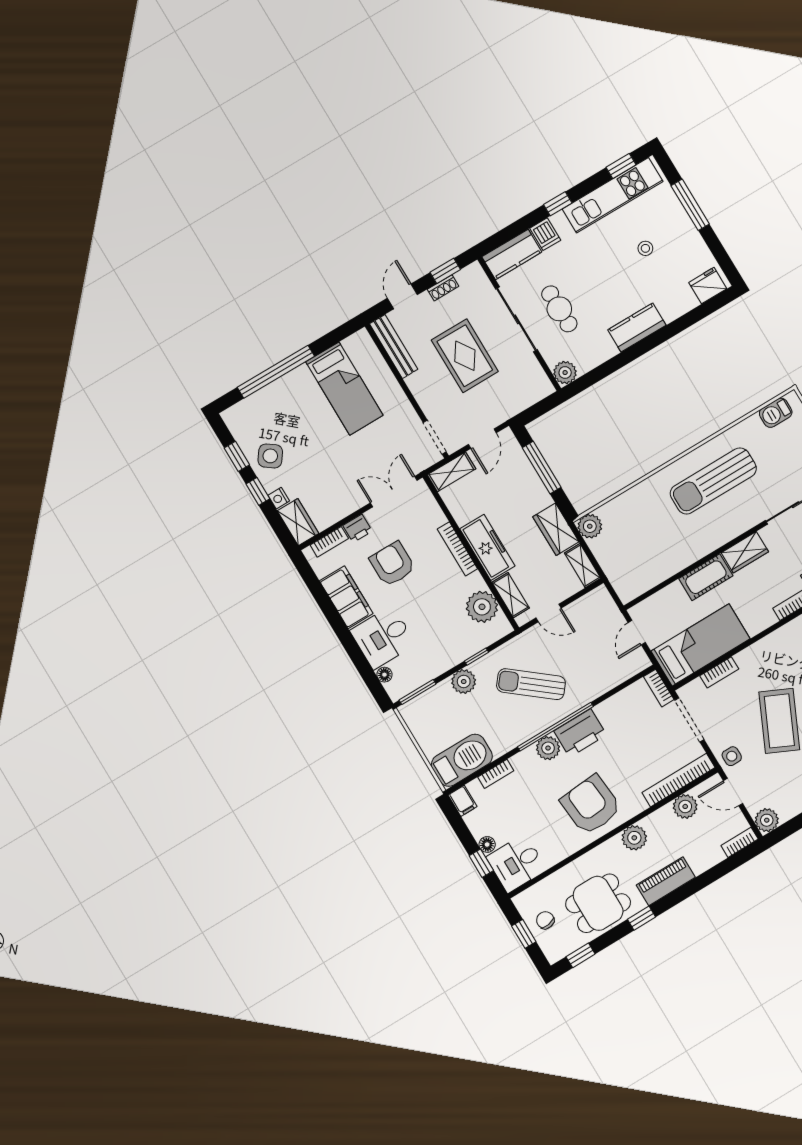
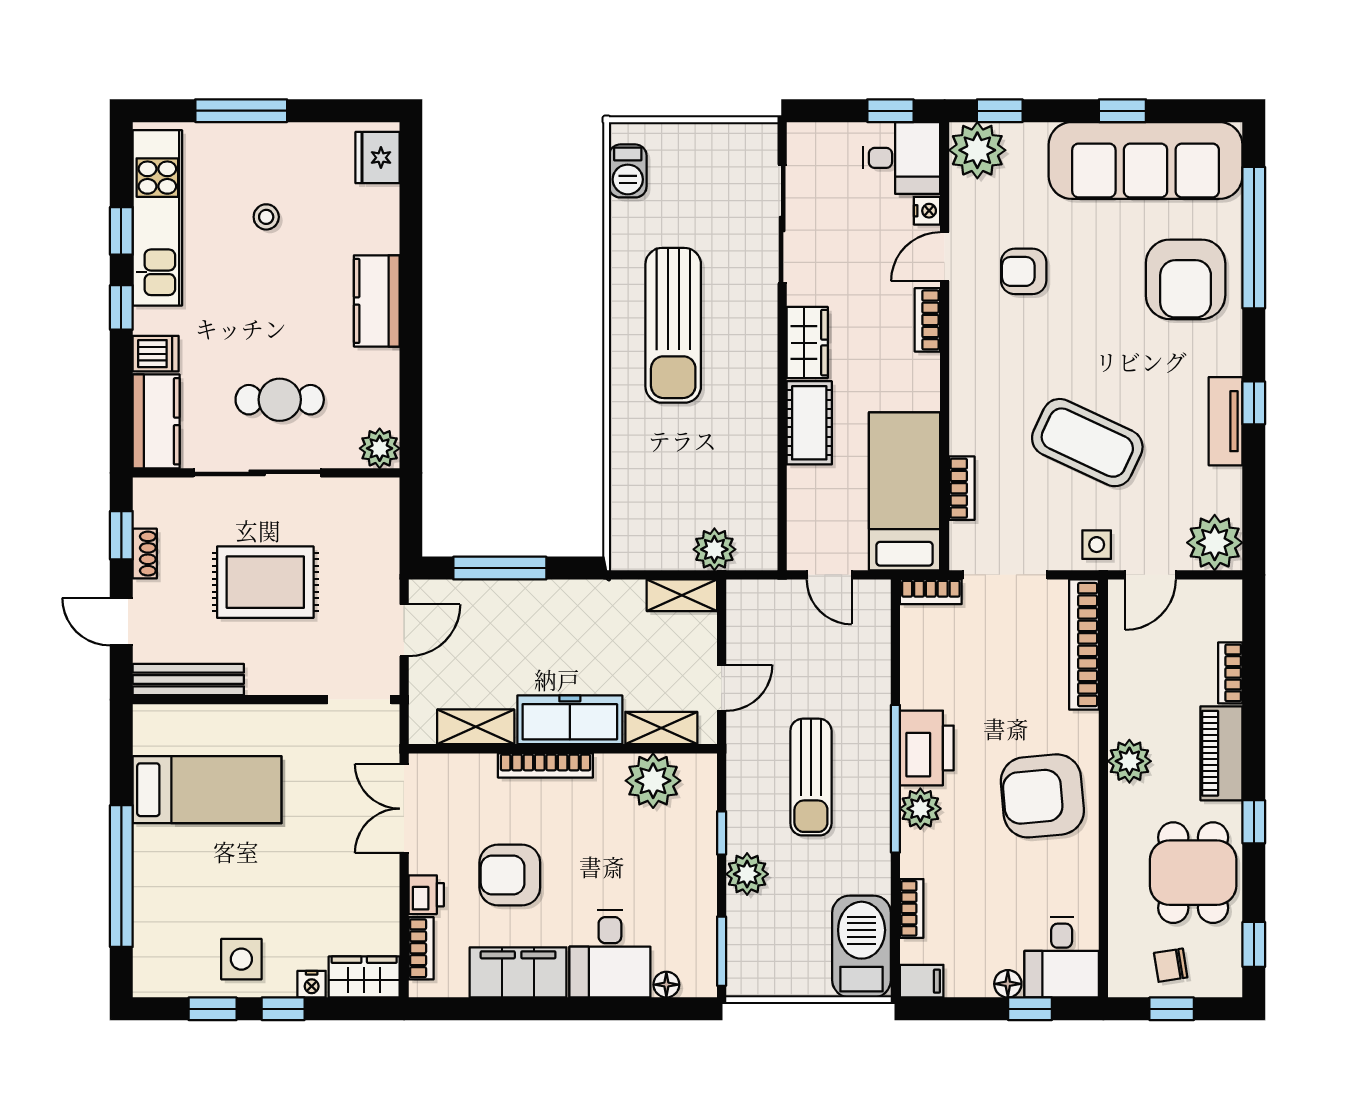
window: (621, 166) -> (121, 231), moved
door: (482, 439) -> (404, 630), hinge flipped
side table: (270, 456) -> (241, 959), turned -36
shelving: (451, 472) -> (476, 727), moved, turned 90
plant: (590, 526) -> (714, 549), moved
wardrobe: (556, 529) -> (604, 602), removed
sun lounger: (531, 684) -> (811, 777), turned -39
plant: (685, 806) -> (1129, 658), removed
plant: (767, 820) -> (1215, 543), width x1.36, depth x1.36
bookcase: (740, 842) -> (1230, 673), moved

